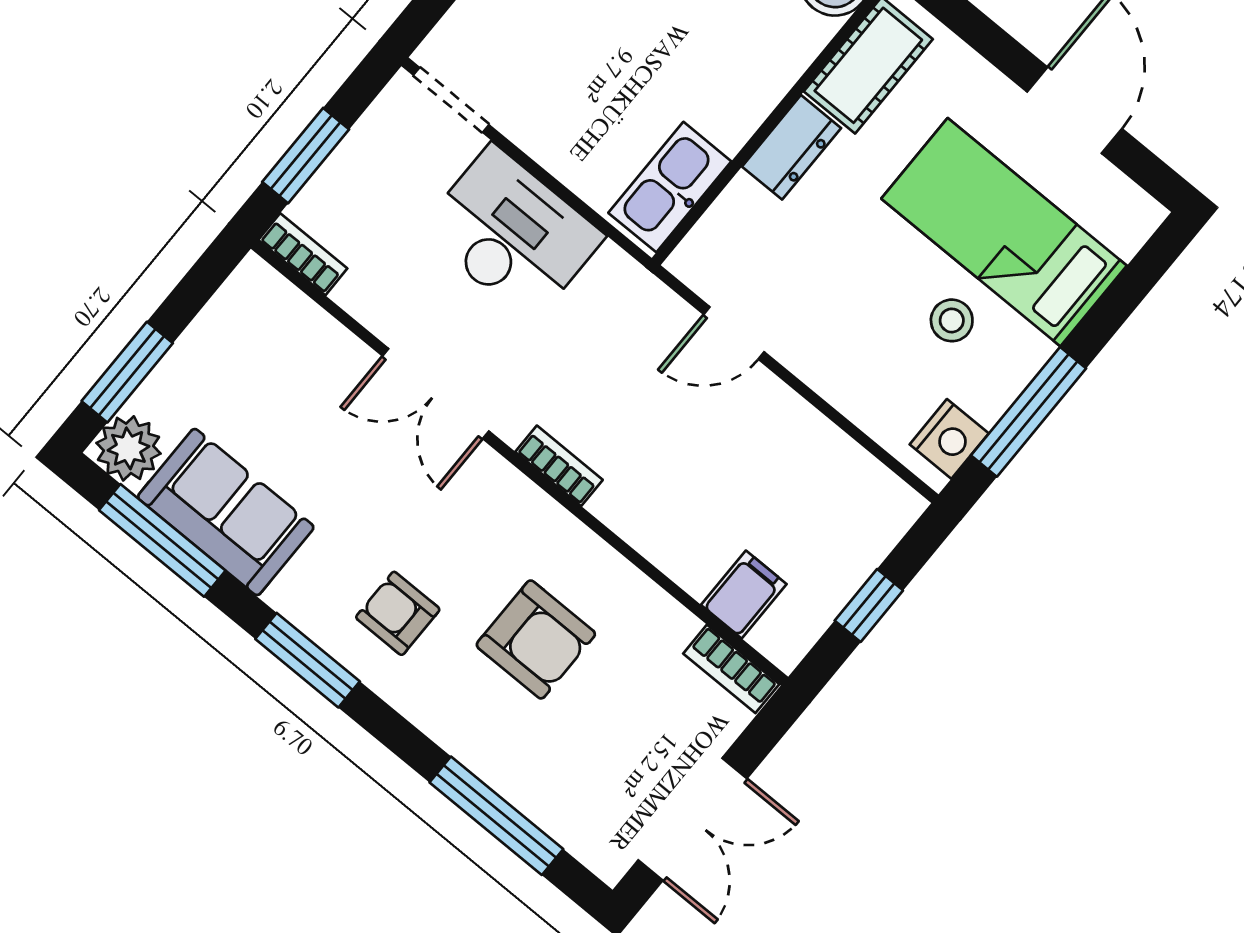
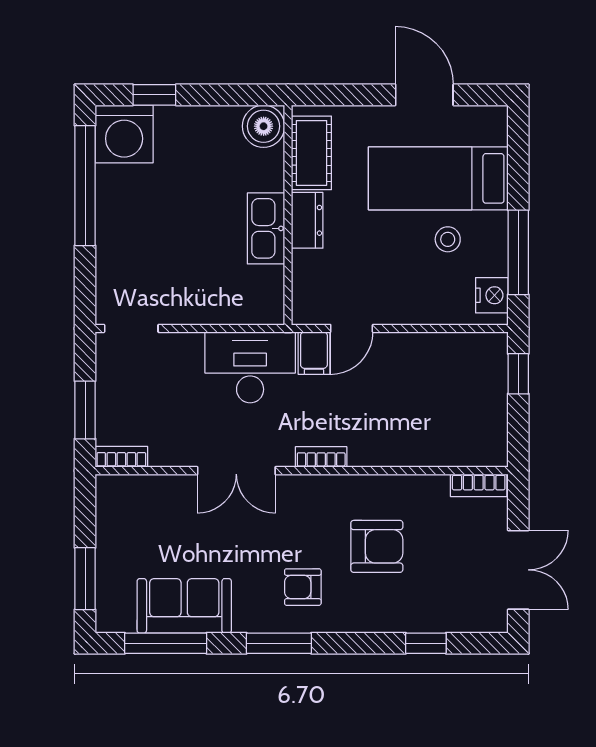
kitchen sink: (670, 187) -> (266, 228), moved
desk: (512, 234) -> (250, 367), moved
plant: (128, 448) -> (115, 613), removed
filing cabinet: (744, 595) -> (314, 353), moved, turned 180
window: (869, 605) -> (518, 374), moved
window: (496, 816) -> (426, 643), width x0.46

